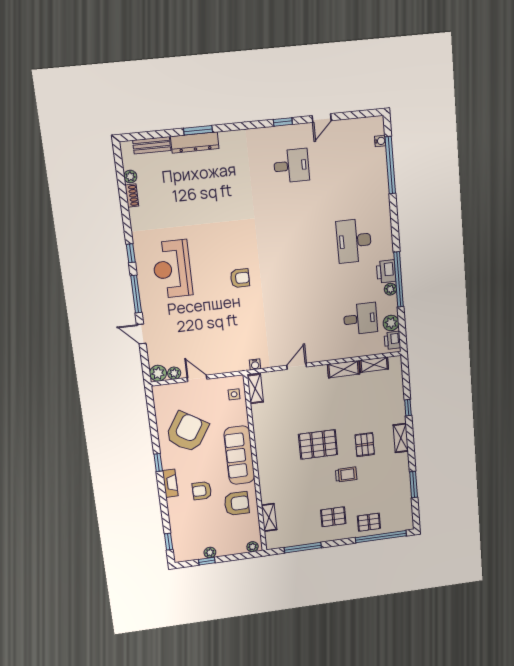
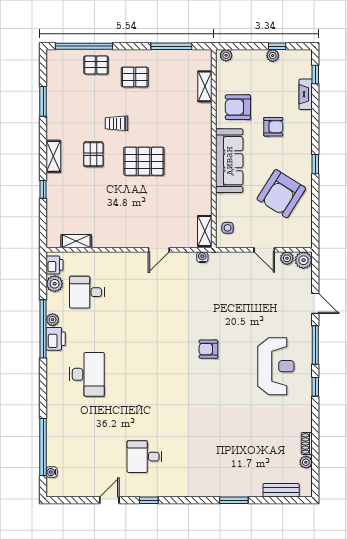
dresser: (195, 142) -> (239, 489), removed
shelving: (344, 369) -> (109, 240), removed
fireplace: (170, 483) -> (306, 94), moved

